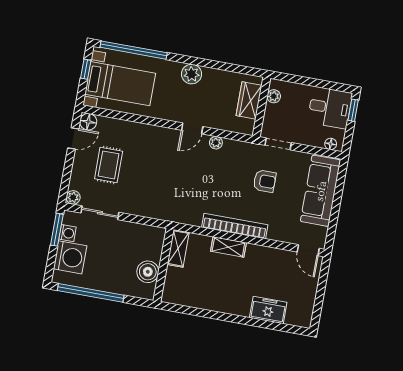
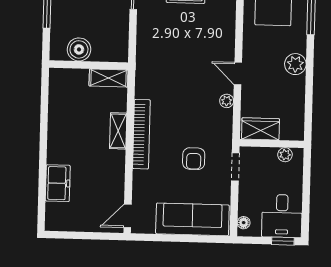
wardrobe: (249, 100) -> (260, 129), moved

